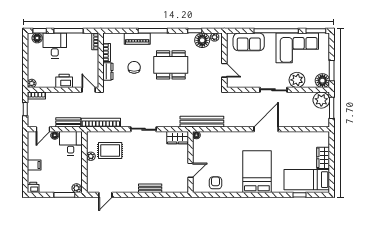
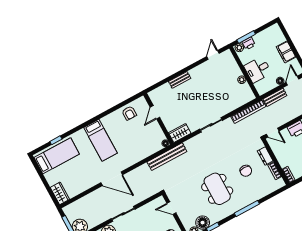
piano: (137, 39) -> (256, 195), removed
dining table: (171, 65) -> (217, 189), turned 90
door: (266, 129) -> (112, 179), hinge flipped
desk: (71, 143) -> (258, 70), moved, turned 90
rug: (110, 150) -> (229, 93), removed
wardrobe: (323, 158) -> (60, 193), moved
filing cabinet: (34, 165) -> (286, 52), width x2.00
bed: (257, 172) -> (100, 140), width x0.67
printer: (33, 187) -> (249, 43), moved

